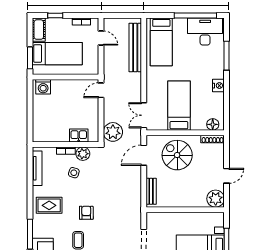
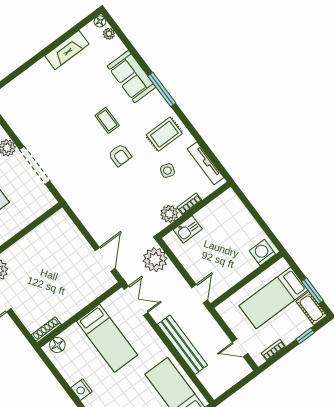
bench: (135, 48) -> (183, 345), moved
window: (30, 58) -> (312, 291), moved
spiral stairs: (177, 155) -> (71, 286), removed
side table: (74, 173) -> (167, 171), moved
bench: (151, 191) -> (69, 228), removed

